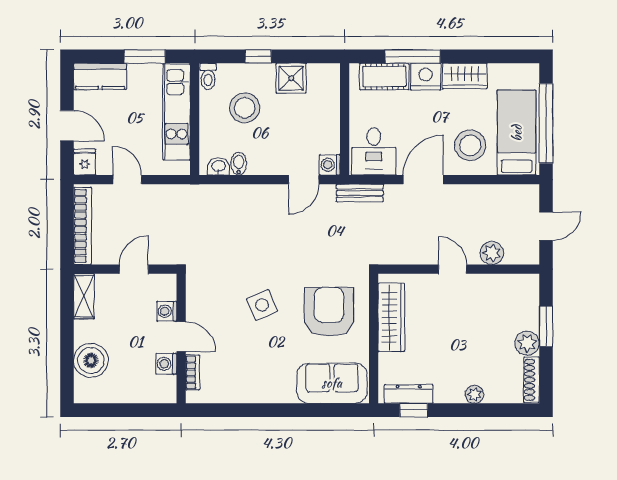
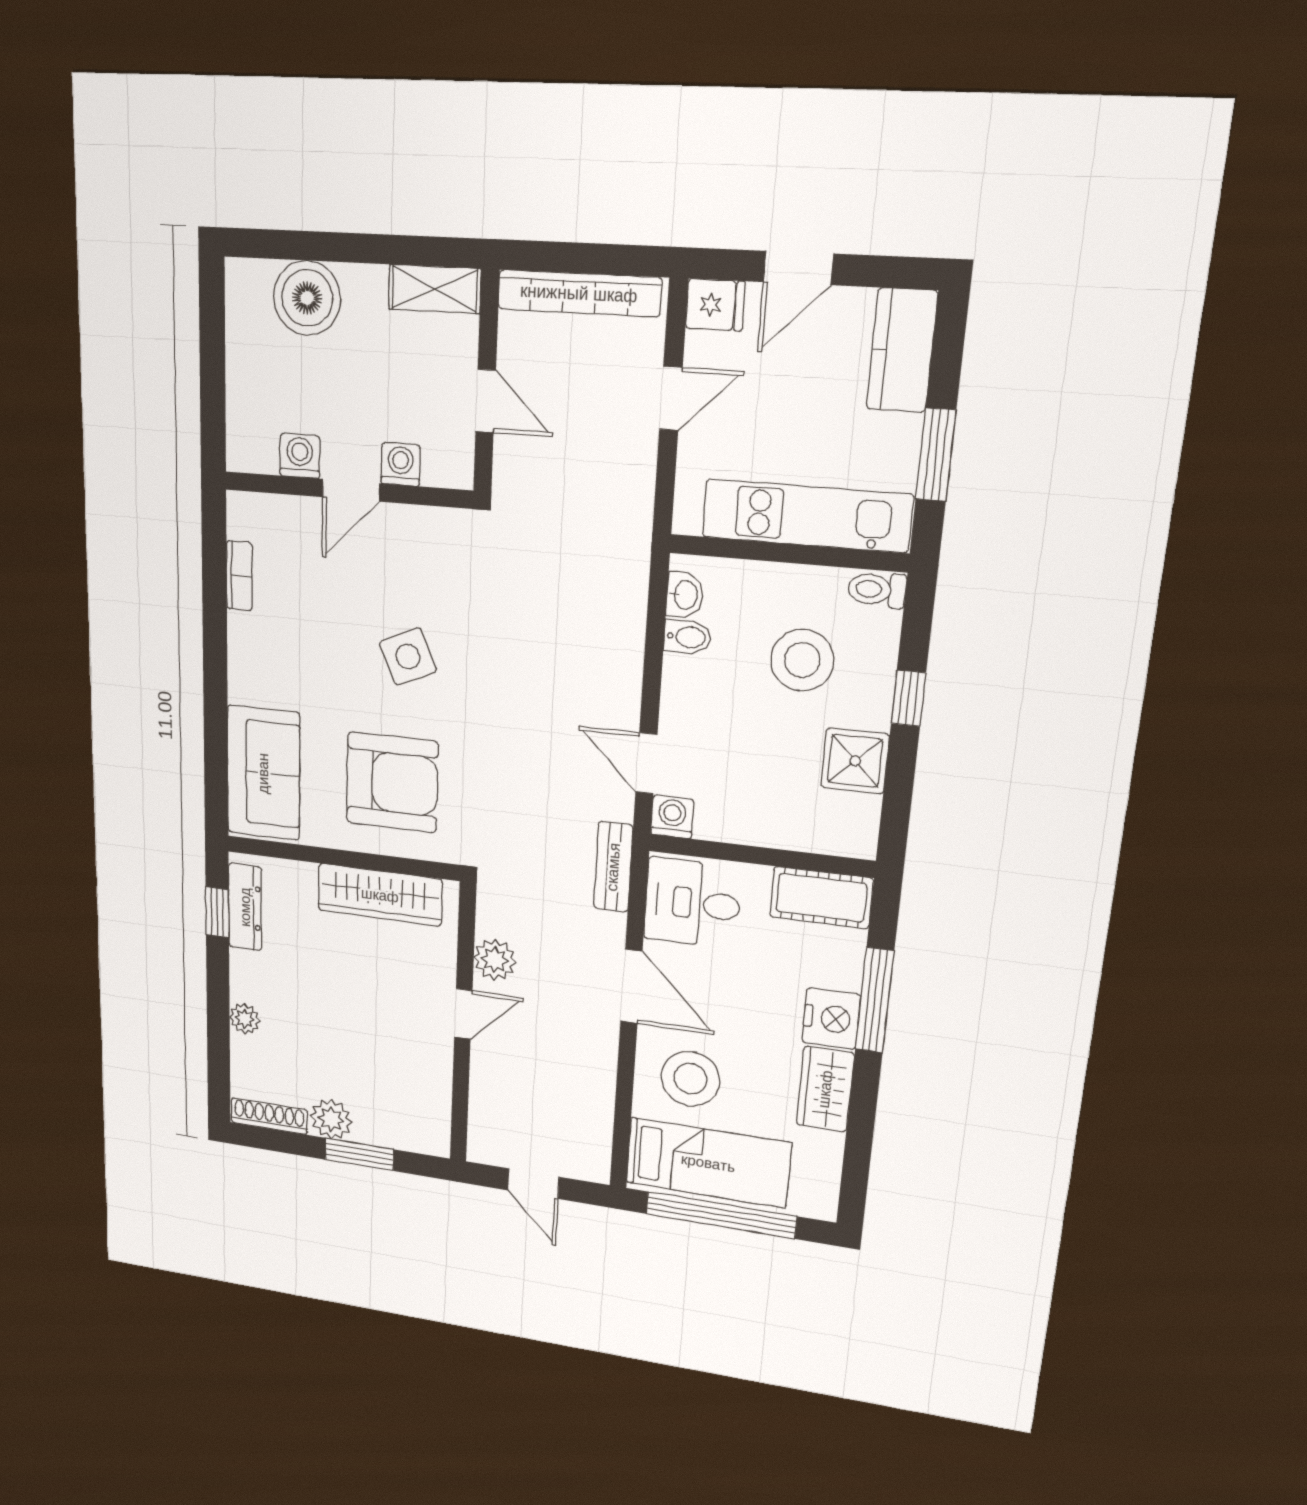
cot: (384, 76) -> (821, 898), moved, turned 90
plant: (492, 253) -> (495, 960), moved
bookcase: (193, 372) -> (239, 576), moved, turned -90

